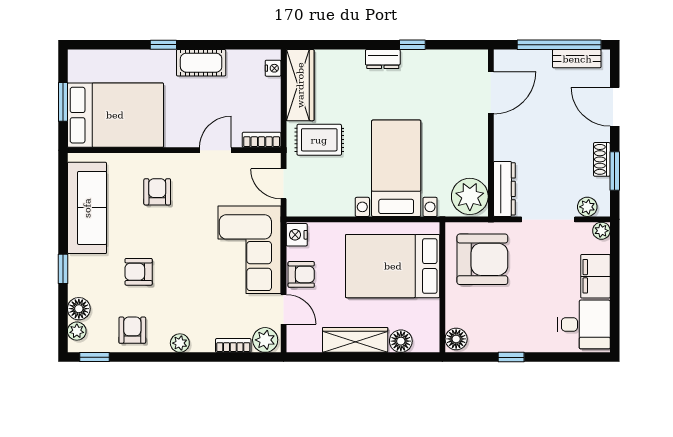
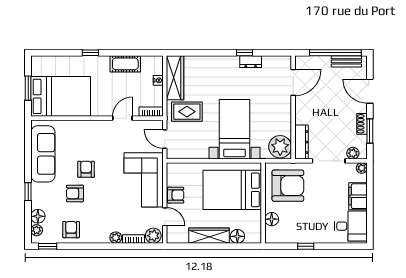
dresser: (383, 59) -> (251, 62), moved
cot: (201, 63) -> (125, 64), moved
nightstand: (273, 68) -> (158, 80), moved
armchair: (157, 192) -> (86, 169), moved
nightstand: (297, 235) -> (173, 170), removed
floor lamp: (456, 339) -> (272, 219), moved
plant: (180, 343) -> (116, 238), moved

